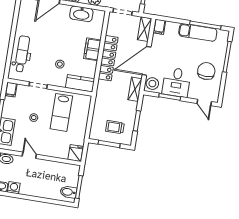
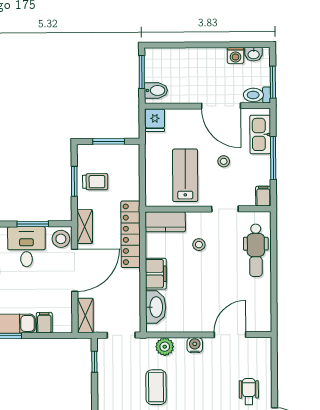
washbasin: (81, 14) -> (156, 307), moved, turned 90
filing cabinet: (159, 27) -> (44, 323), moved
locker: (108, 58) -> (131, 234), moved
trolley: (115, 127) -> (95, 182), moved
door: (29, 155) -> (221, 106), width x1.88
bidet: (68, 192) -> (156, 90), moved

